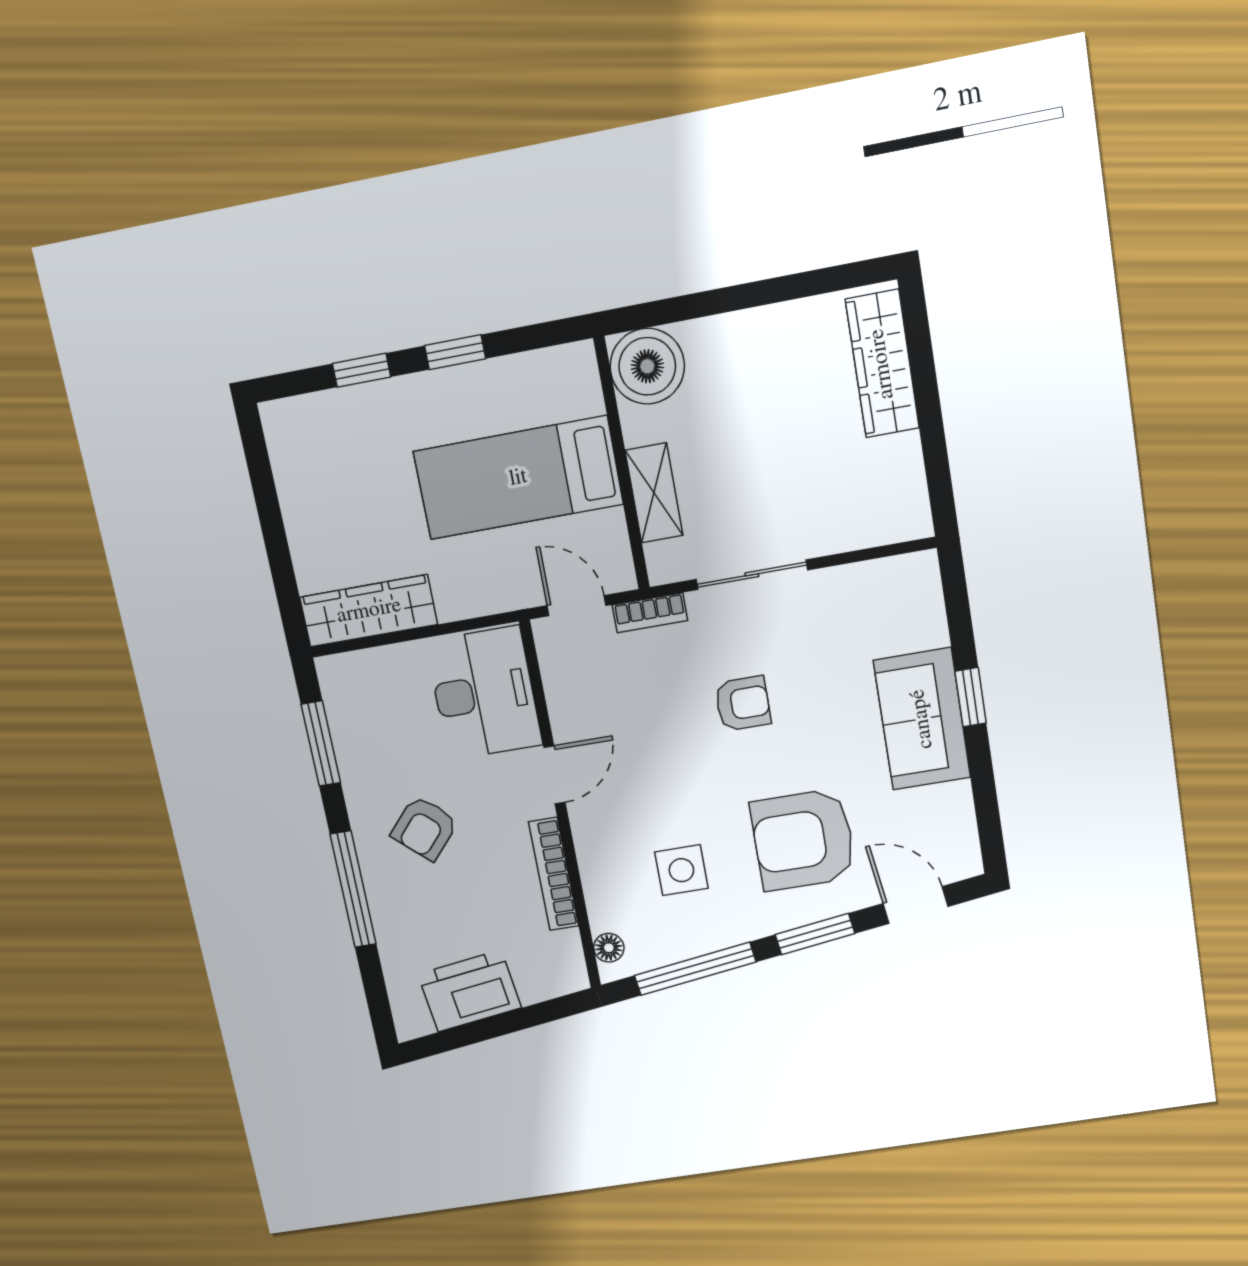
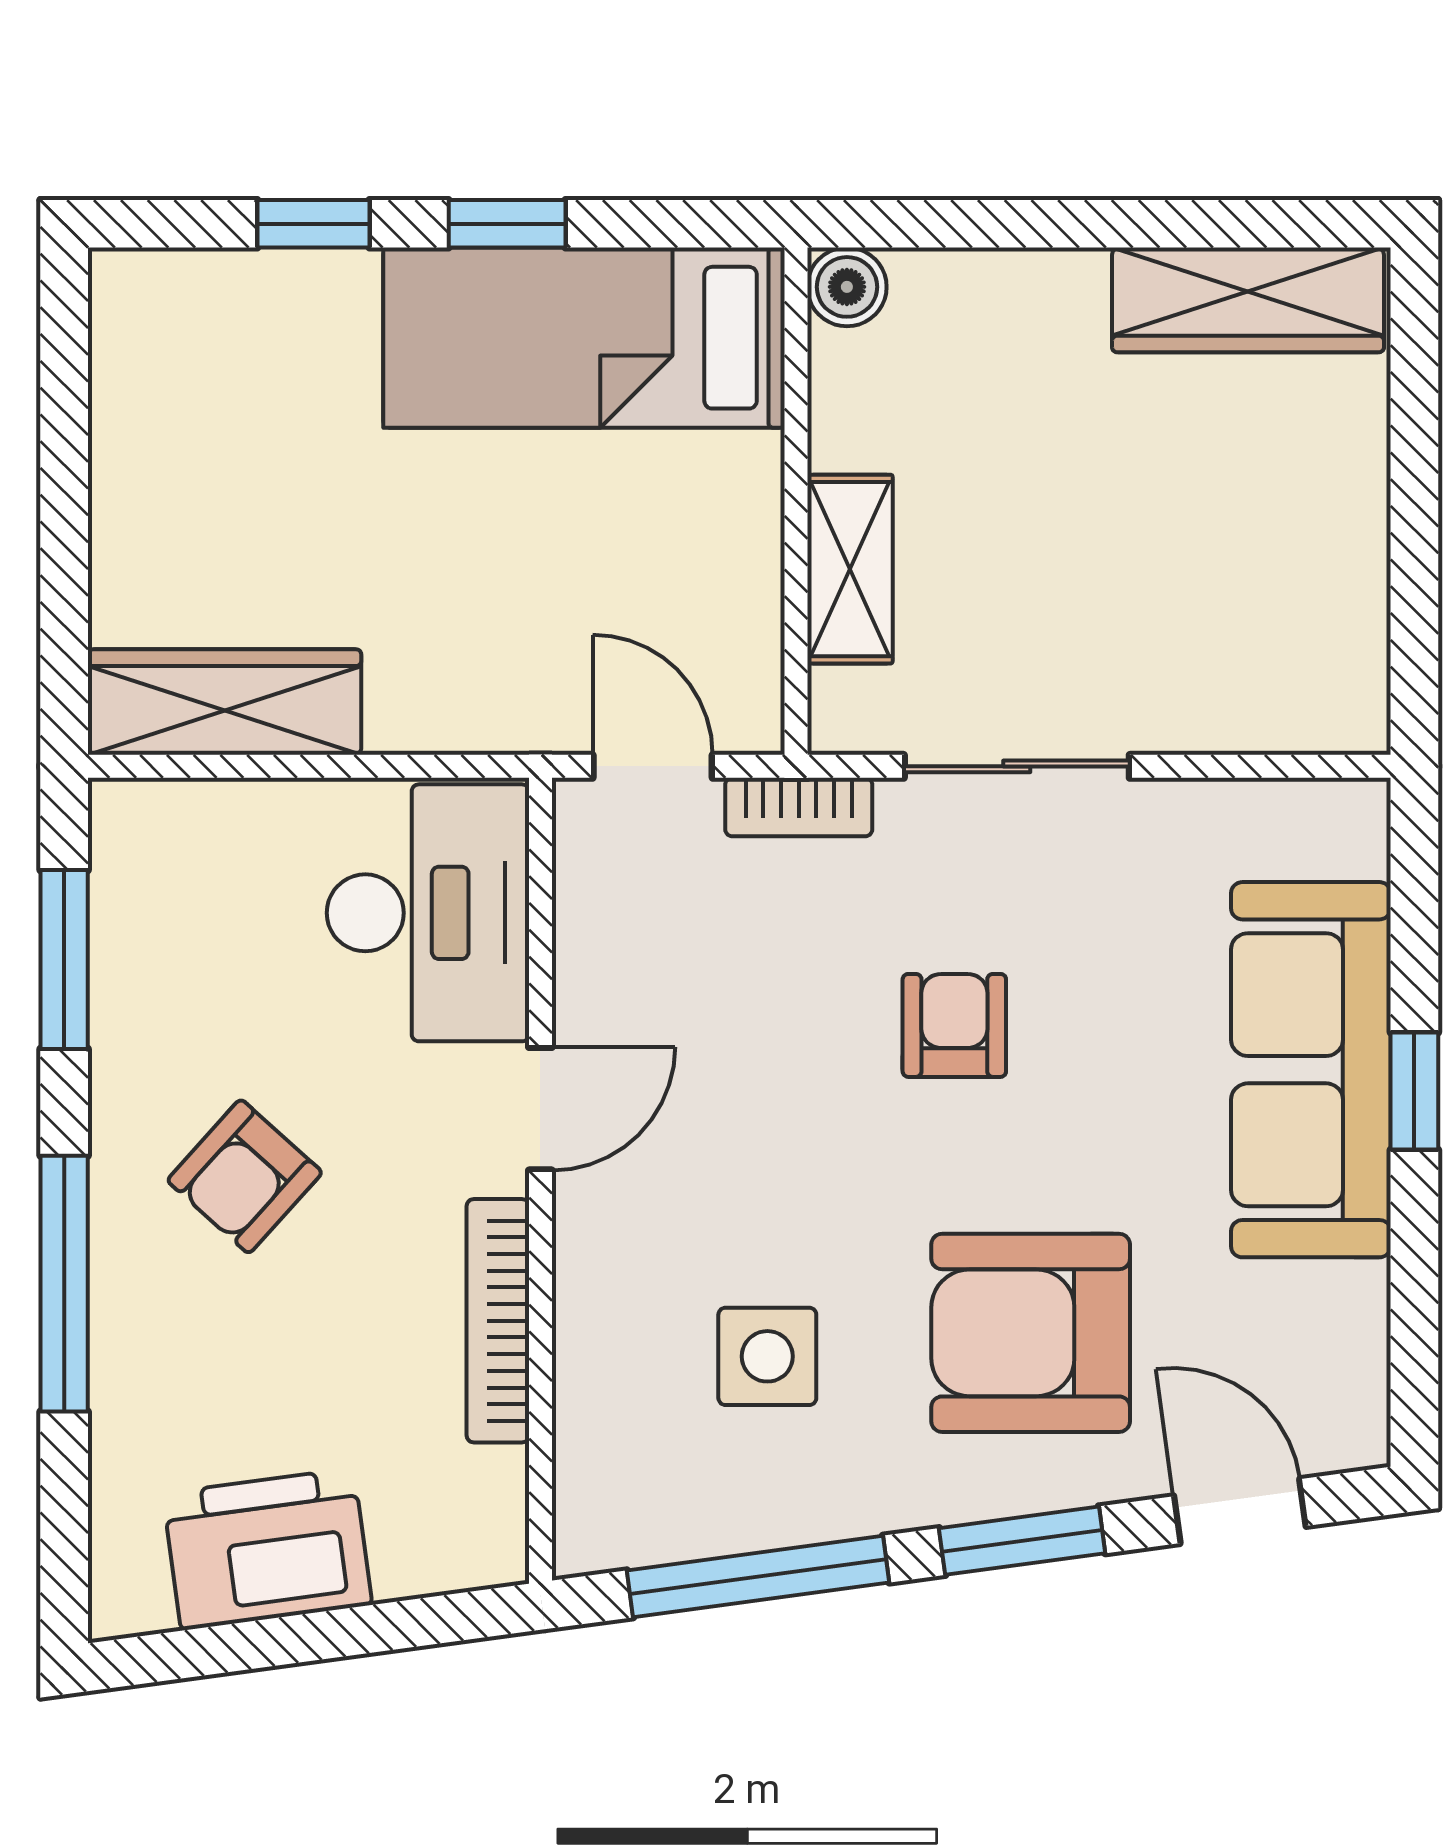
wardrobe: (882, 364) -> (1248, 300), moved, turned -90
boiler: (647, 366) -> (847, 287), width x0.54, depth x0.54
bed: (518, 478) -> (584, 338), moved
armchair: (743, 703) -> (954, 1025), turned -90
sofa: (922, 719) -> (1311, 1070), width x1.36
floor lamp: (609, 948) -> (584, 1501), removed

